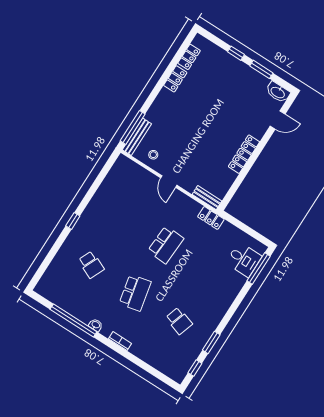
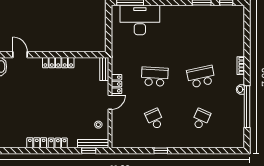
locker: (189, 57) -> (58, 143), moved
window: (133, 127) -> (89, 151), width x0.46
locker: (211, 218) -> (116, 84), moved
window: (73, 221) -> (161, 151), moved
desk: (244, 260) -> (140, 20), width x1.87, depth x1.30
school desk: (179, 321) -> (155, 119), moved, turned -42

